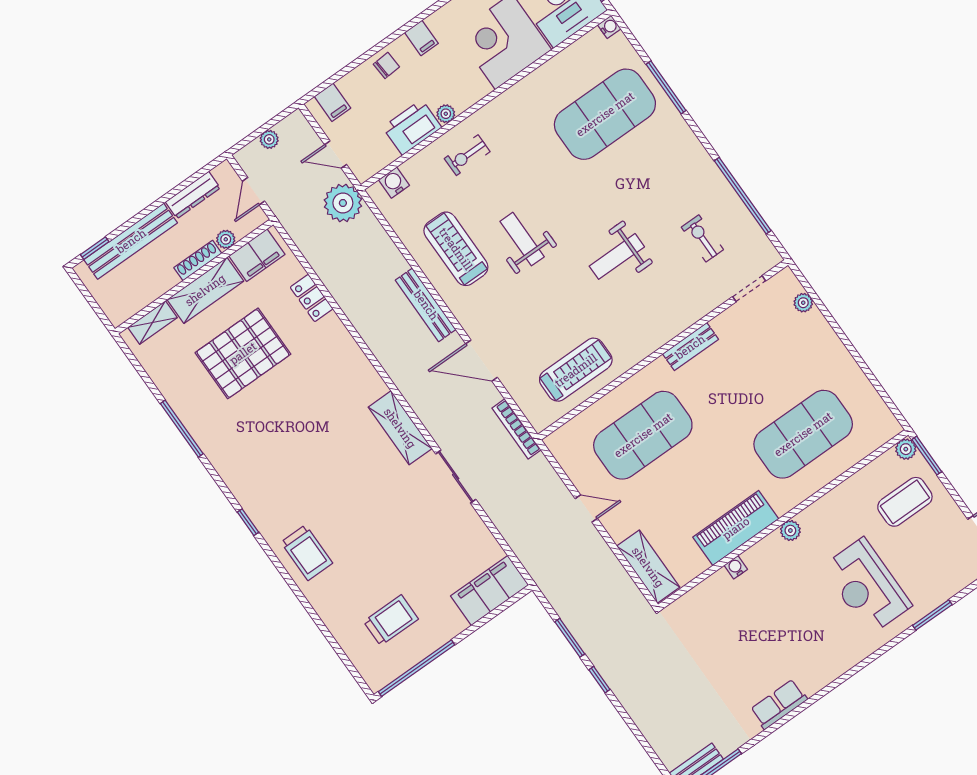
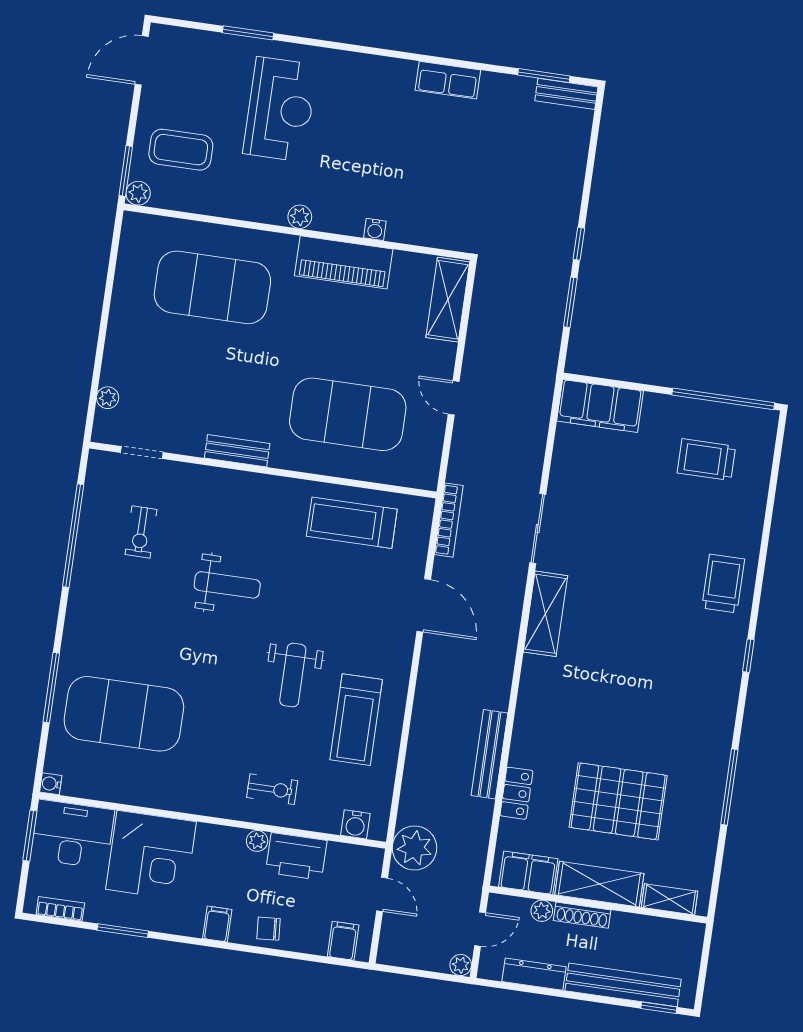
plant: (269, 139) -> (461, 965), moved
bench: (426, 305) -> (489, 754), moved

